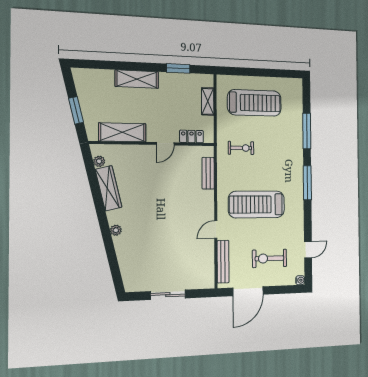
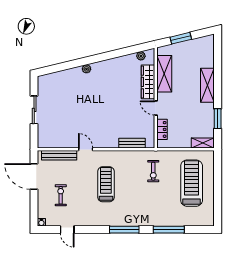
shelving: (208, 101) -> (203, 143), moved
treadmill: (254, 103) -> (192, 183), turned 180
wardrobe: (109, 188) -> (148, 82), moved, turned 103
treadmill: (256, 204) -> (106, 184), width x0.73, depth x0.73
exercise bike: (269, 258) -> (61, 195), width x0.73, depth x0.72

